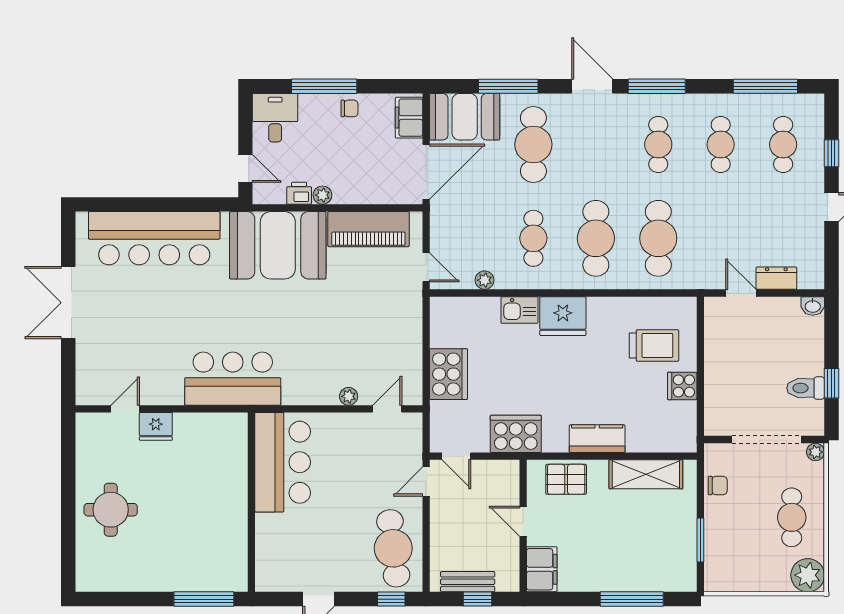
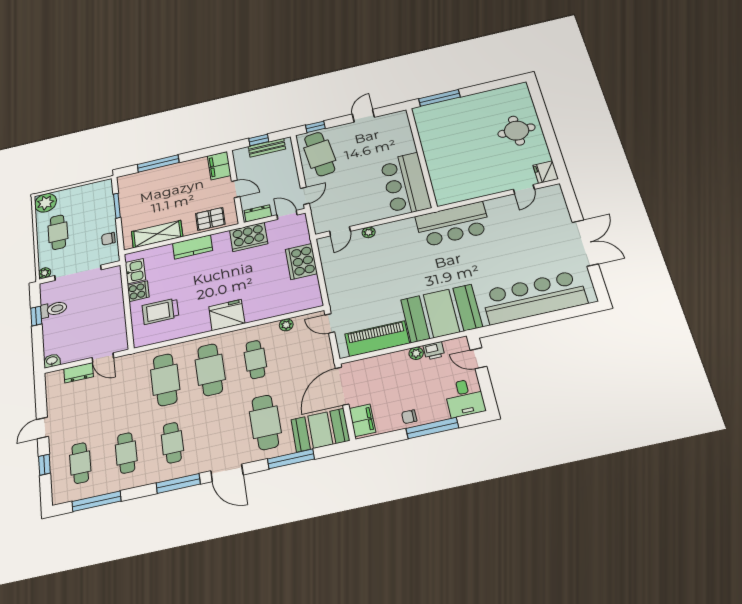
kitchen sink: (519, 310) -> (135, 271), moved, turned 90
fridge: (156, 426) -> (546, 172), moved, turned -90
dresser: (497, 470) -> (258, 213), added

